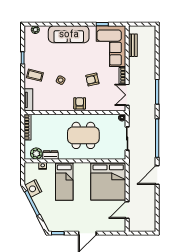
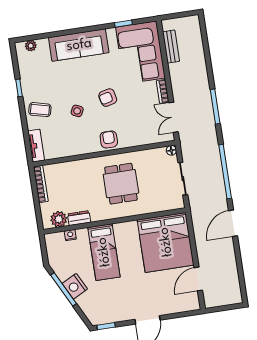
armchair: (92, 80) -> (108, 98), moved
dining table: (83, 135) -> (121, 184), width x0.73
nightstand: (33, 188) -> (75, 286), moved

